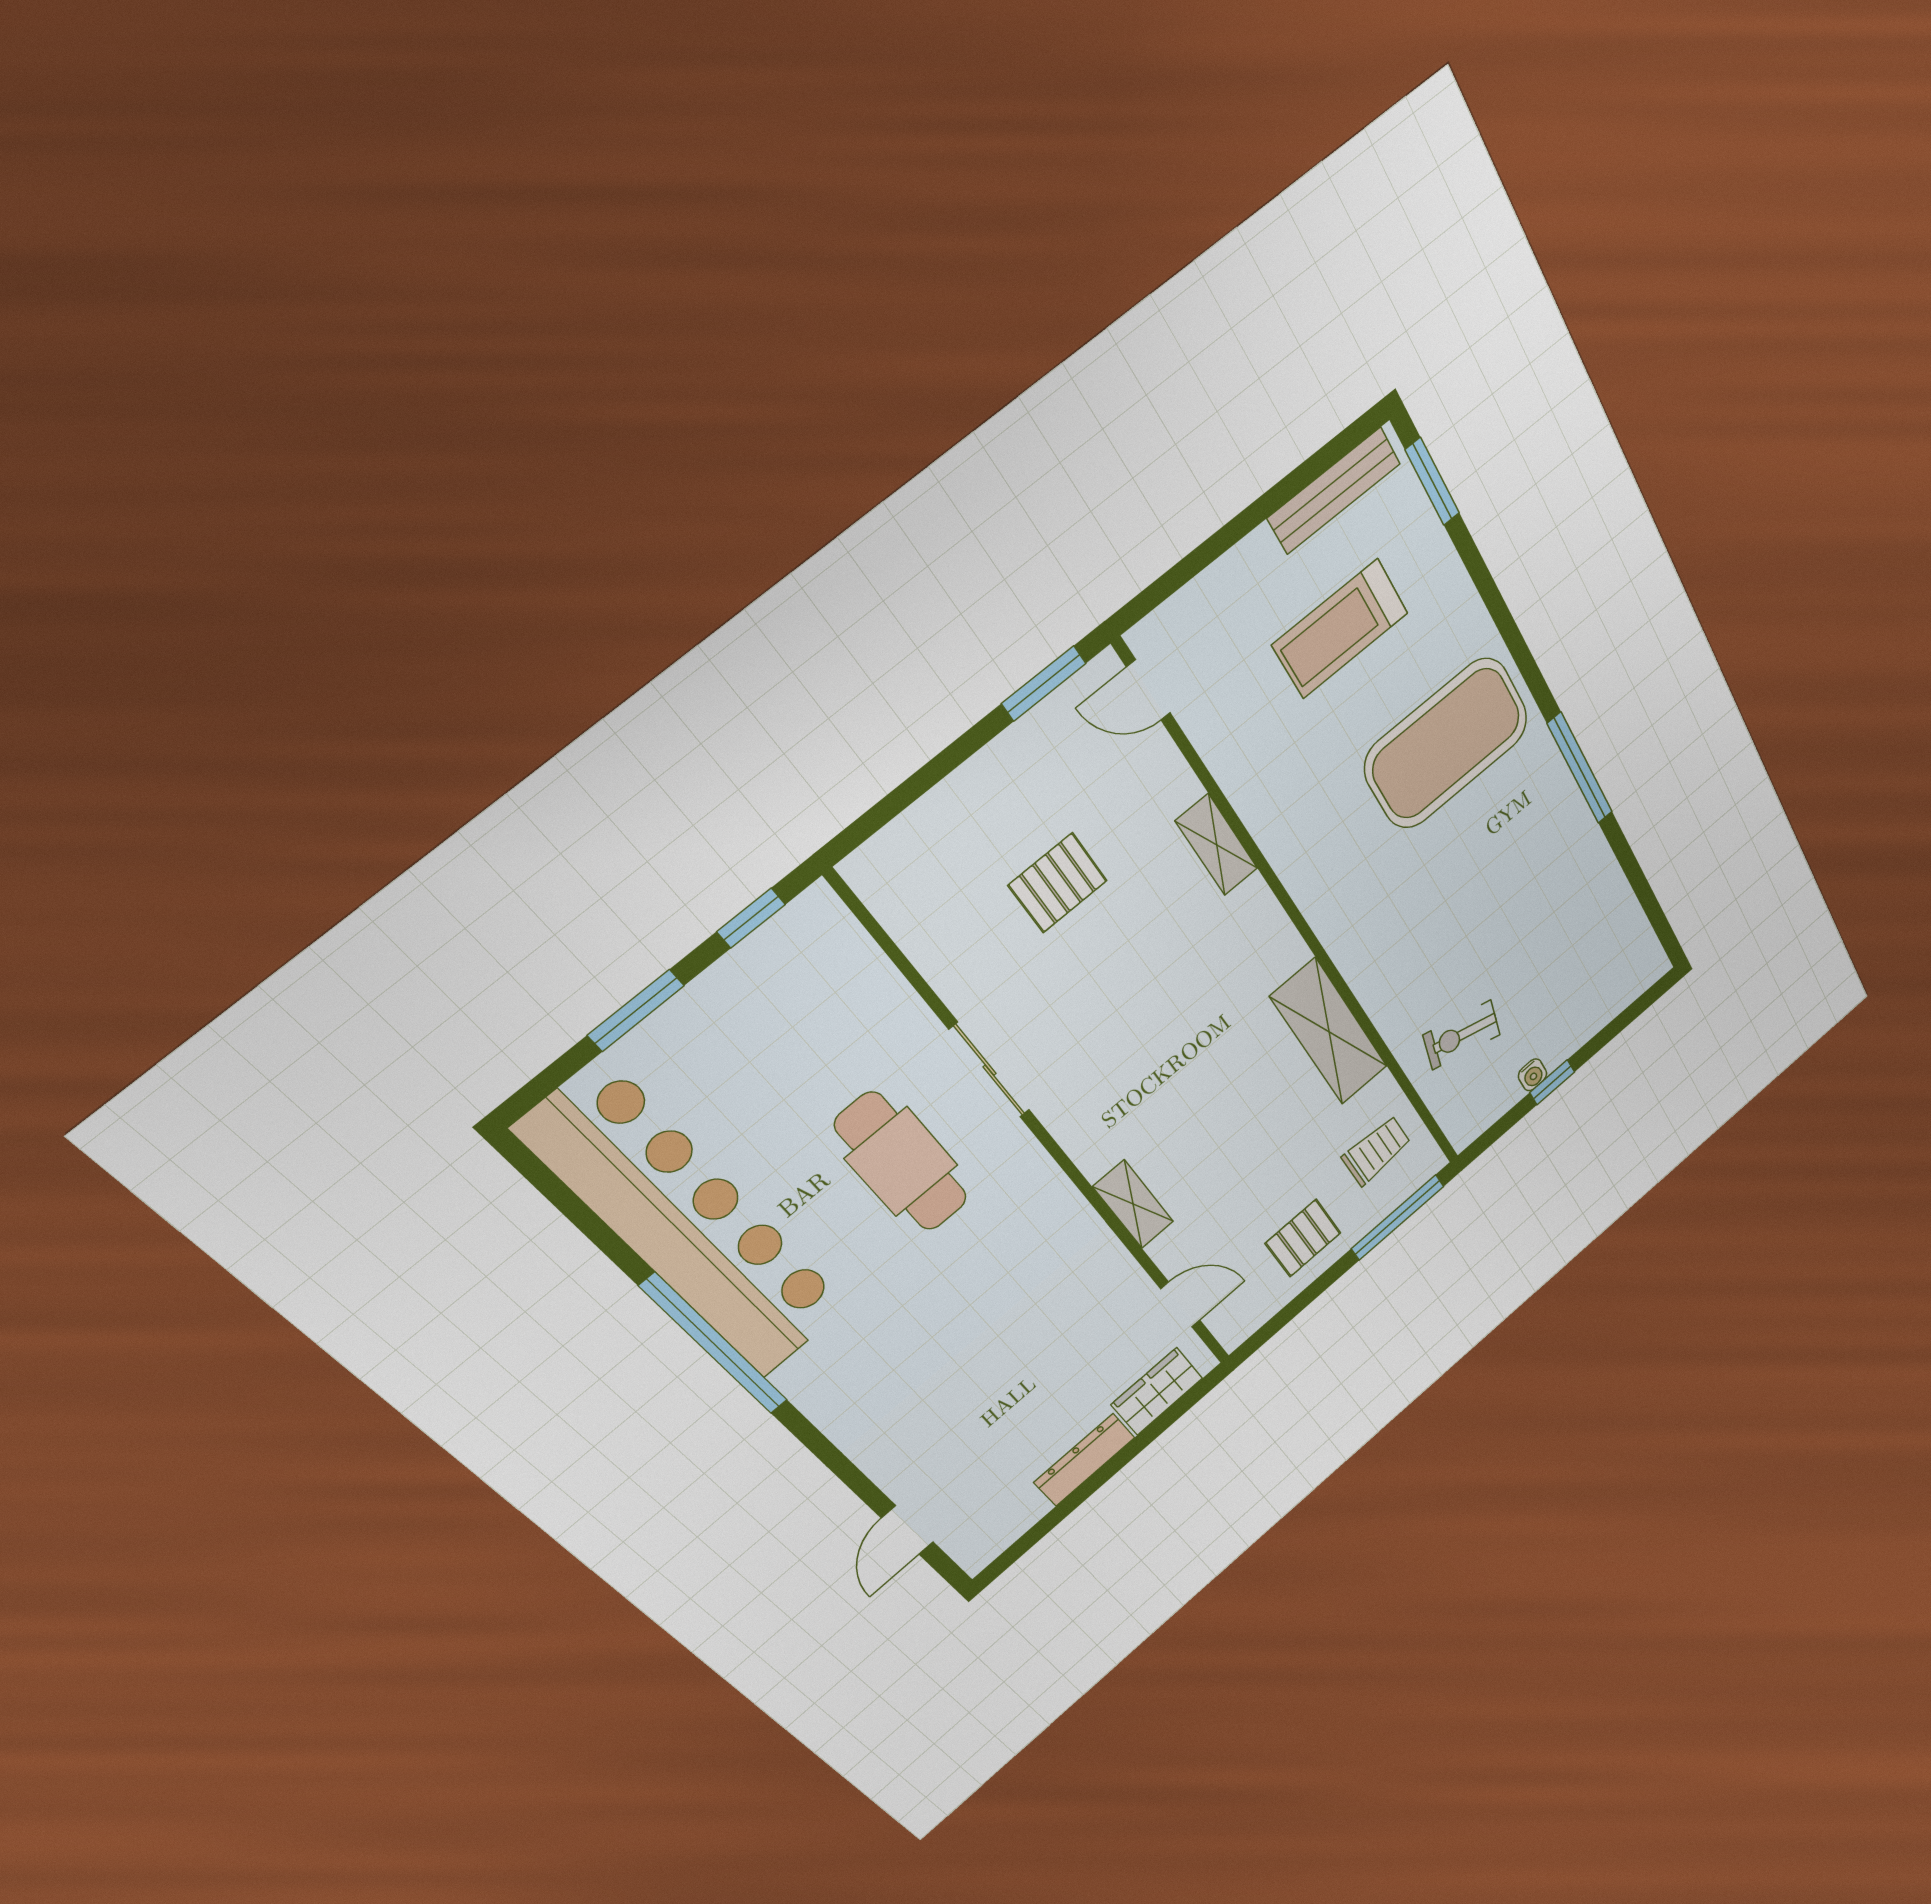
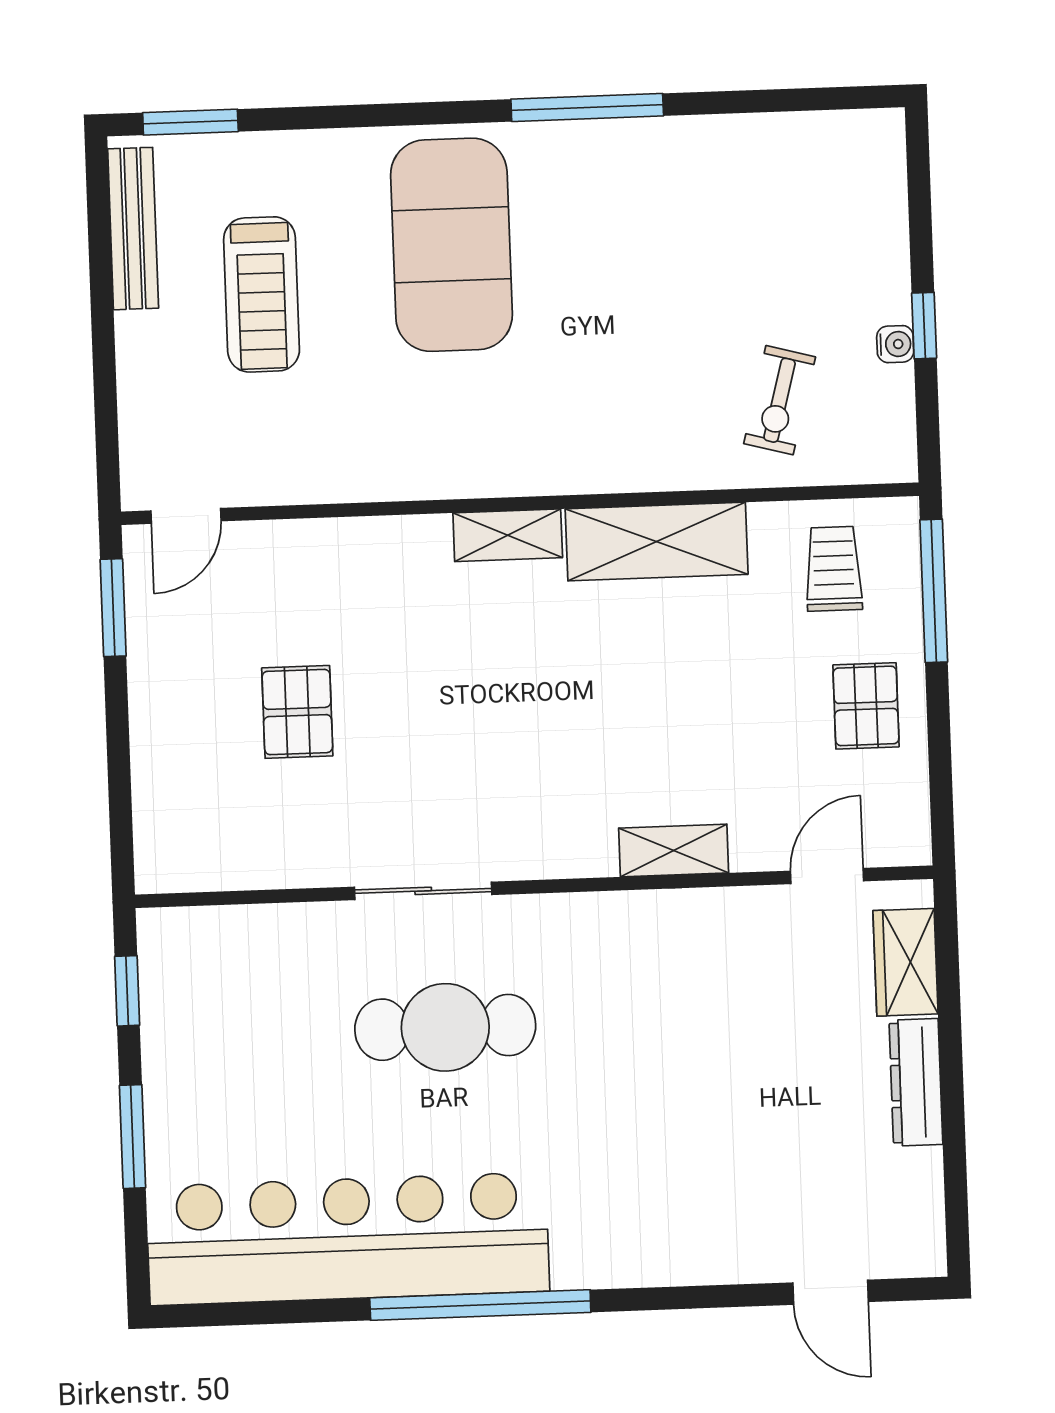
shelving: (1217, 845) -> (508, 535), moved

